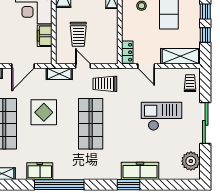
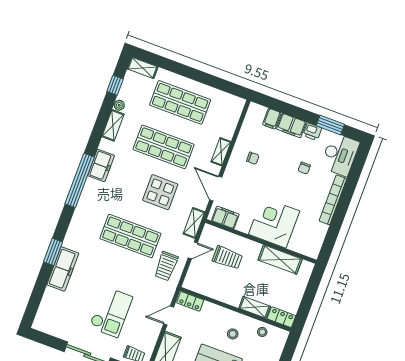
trolley: (78, 34) -> (227, 258), turned 180
filing cabinet: (45, 36) -> (225, 217), moved
trolley: (105, 84) -> (166, 266), turned 180
plant: (191, 161) -> (53, 325), removed

